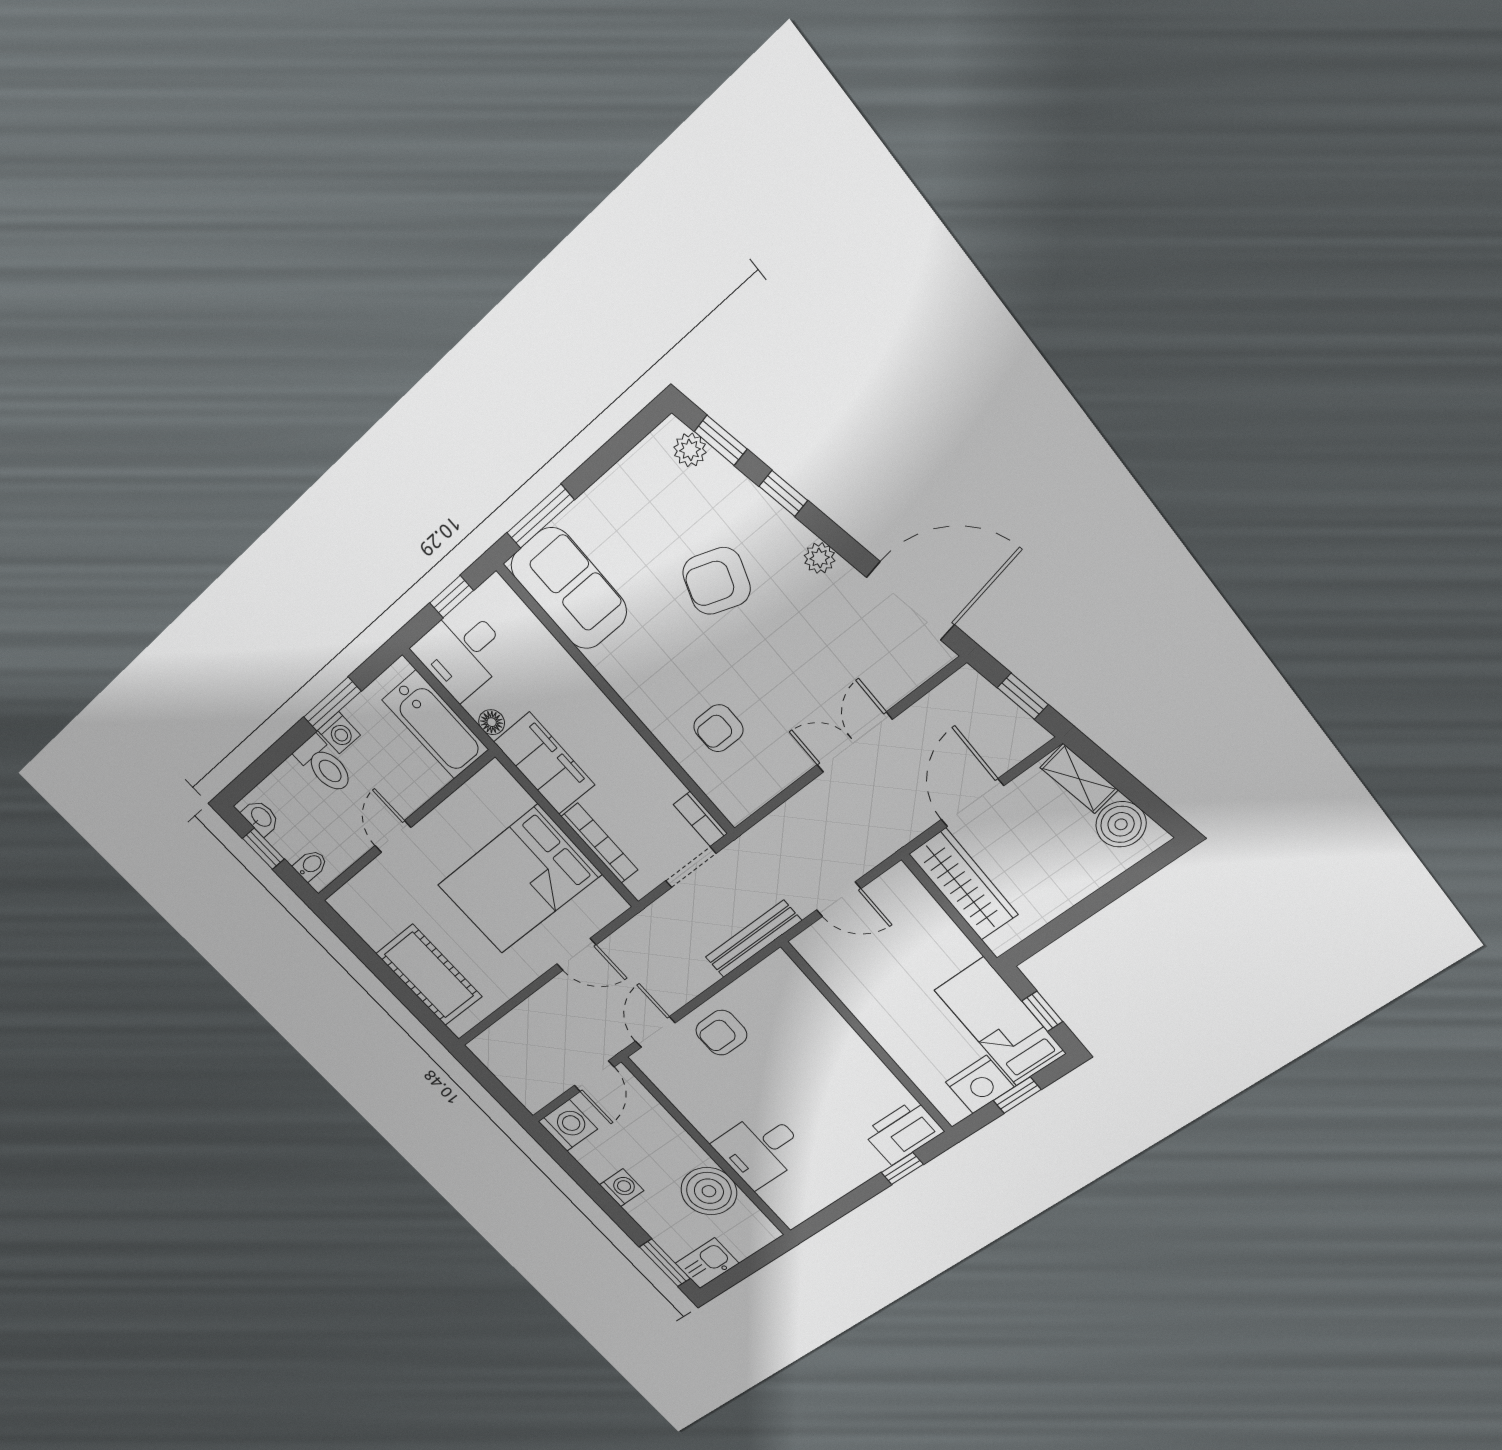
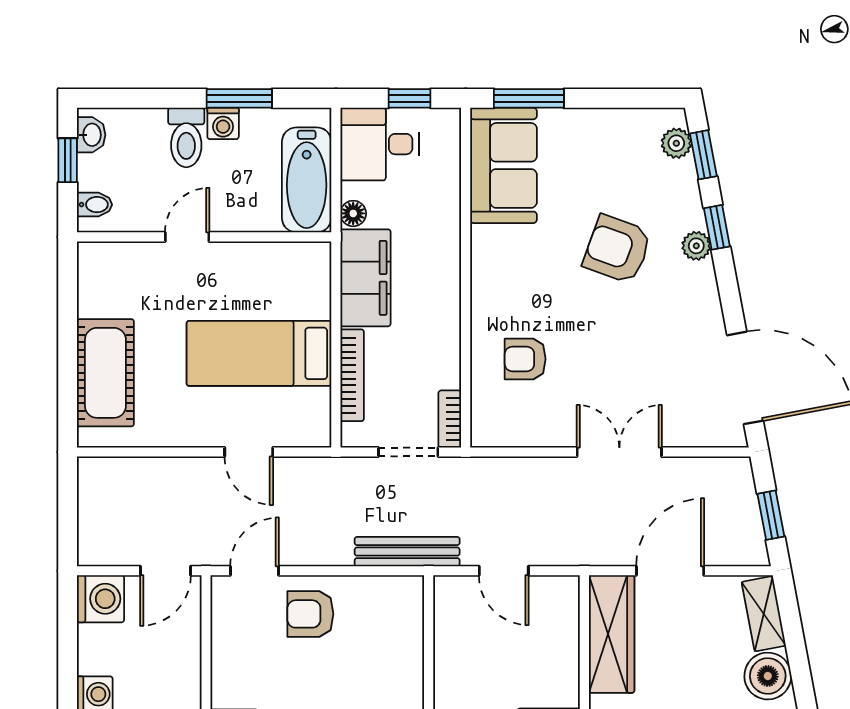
plant: (820, 558) -> (696, 246), moved
bed: (520, 880) -> (259, 353), width x0.67

